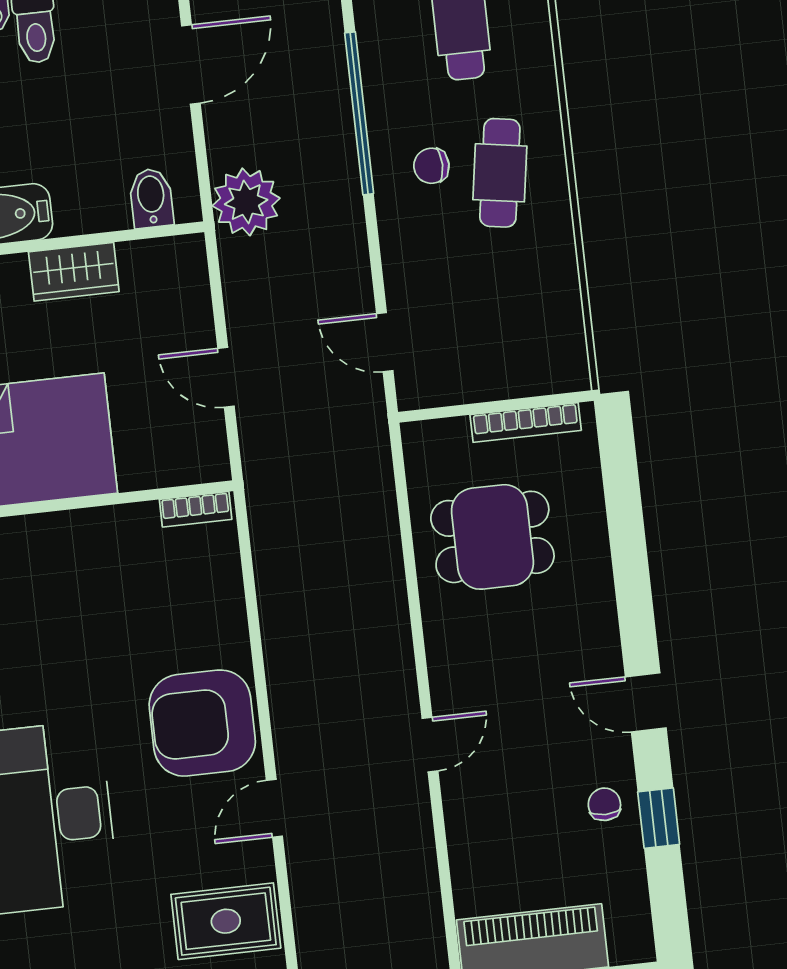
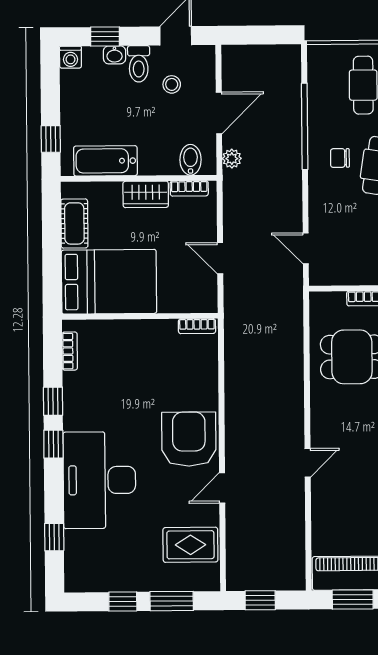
stool: (101, 60) -> (172, 84), added
door: (191, 64) -> (219, 113), moved
plant: (246, 202) -> (232, 159), width x0.53, depth x0.53
bookcase: (154, 252) -> (189, 188), added
armchair: (202, 723) -> (189, 439), turned 90

